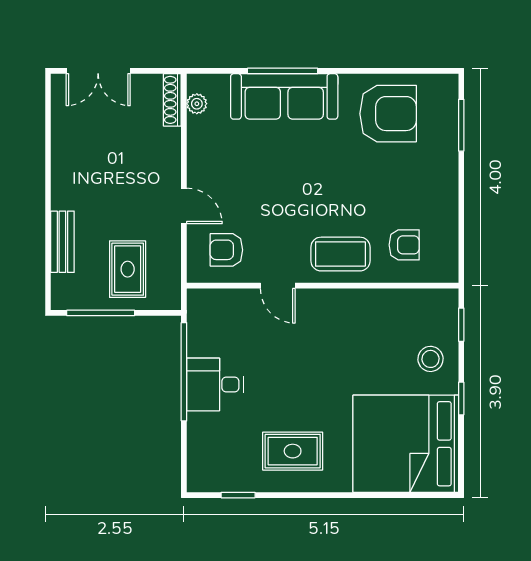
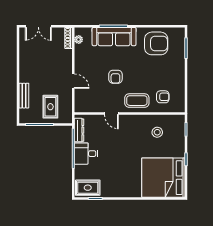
armchair: (226, 250) -> (115, 77), moved, turned -90
dresser: (198, 327) -> (79, 130), added
stool: (430, 359) -> (157, 132), moved
rug: (293, 451) -> (88, 188), moved

